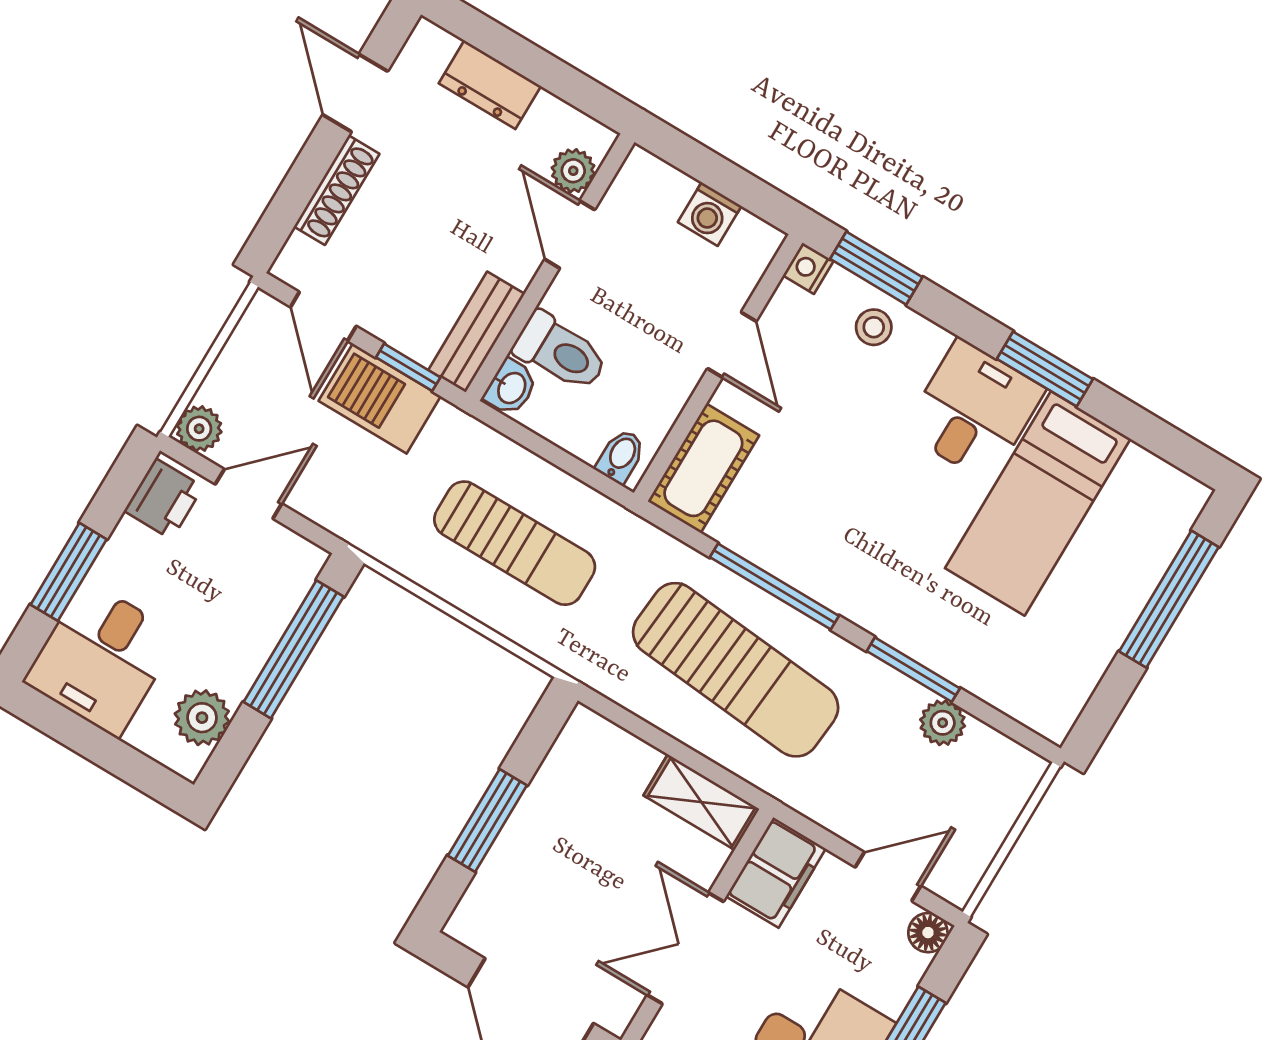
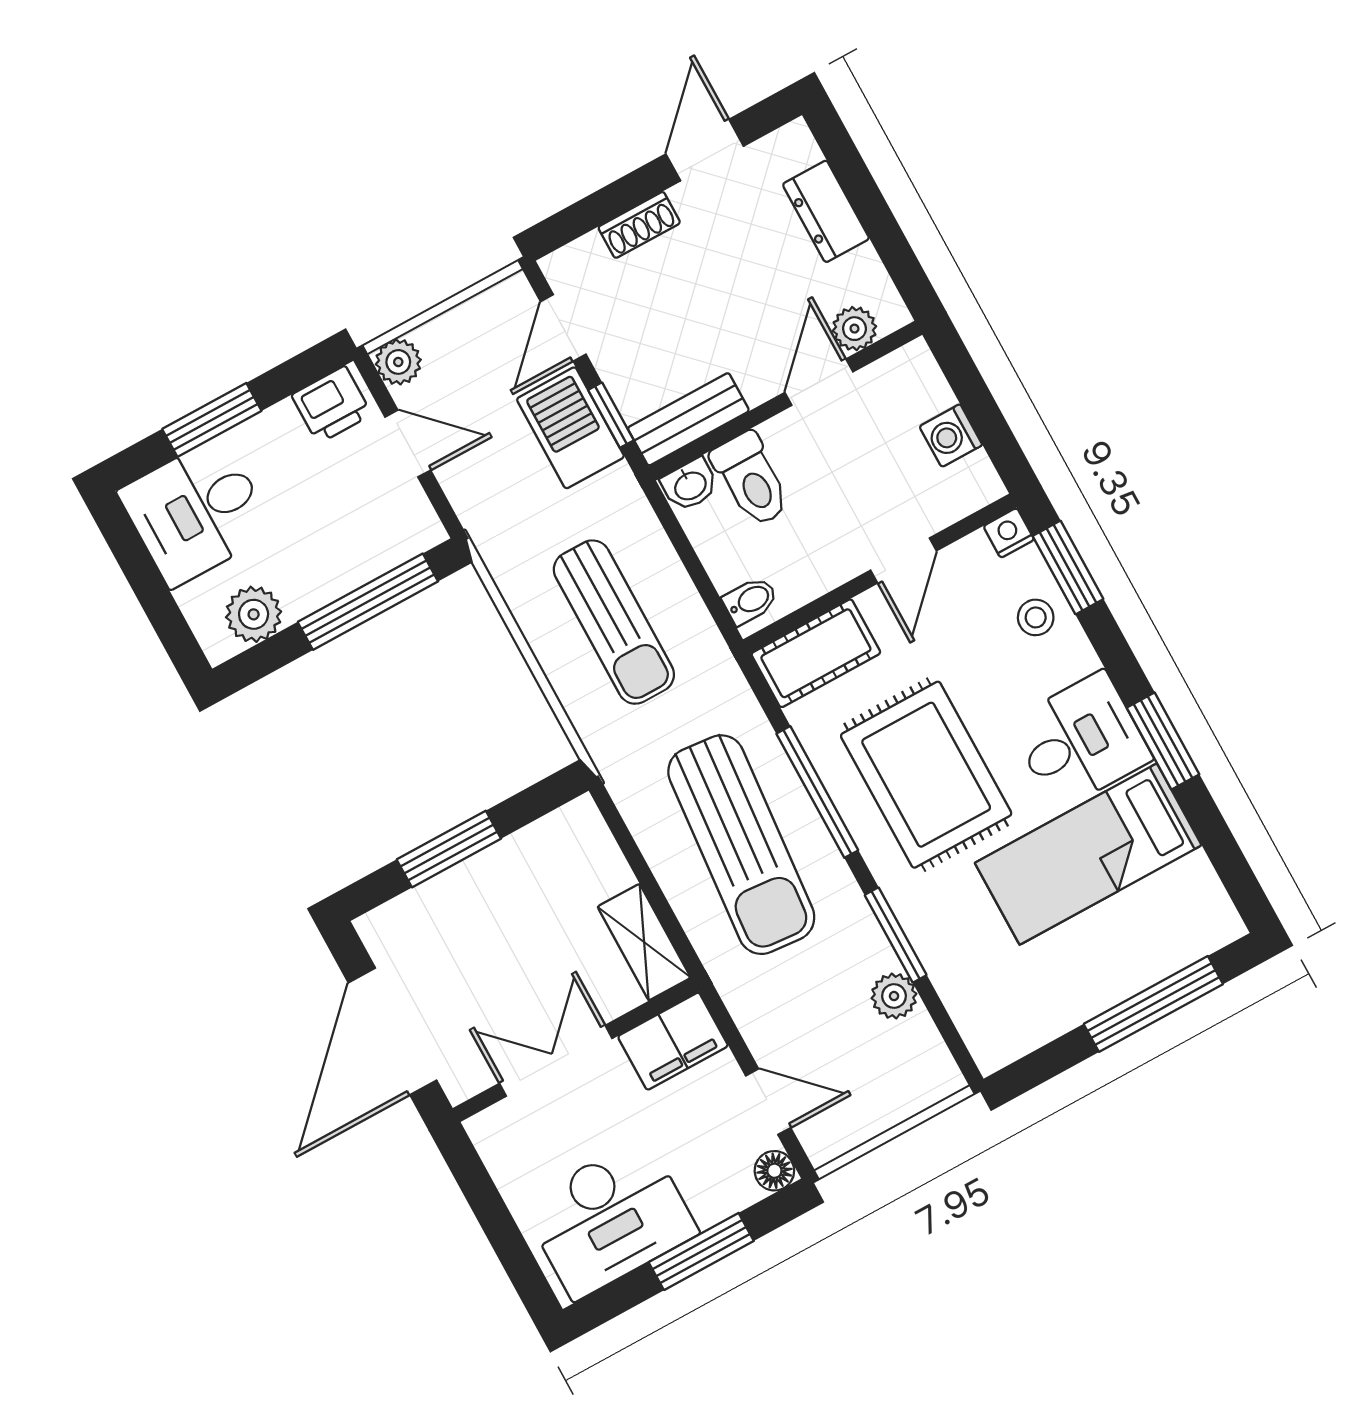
shoe rack: (337, 190) -> (639, 225), width x0.70
rug: (859, 517) -> (926, 775), added

